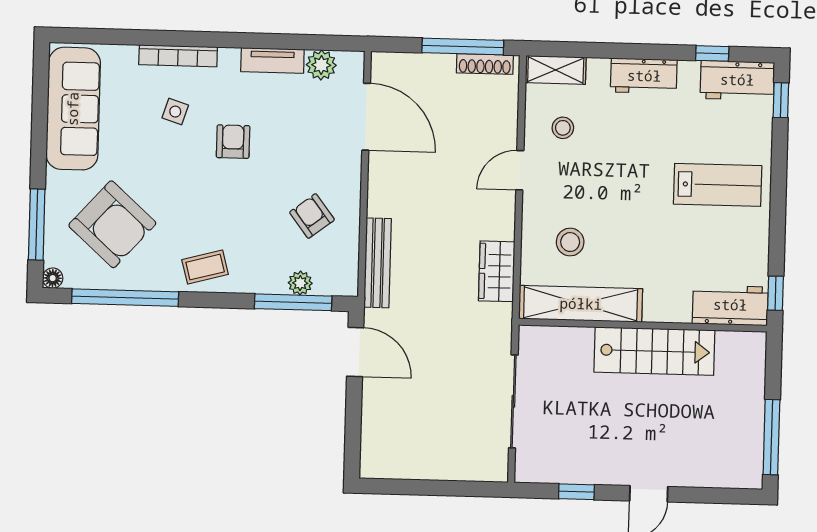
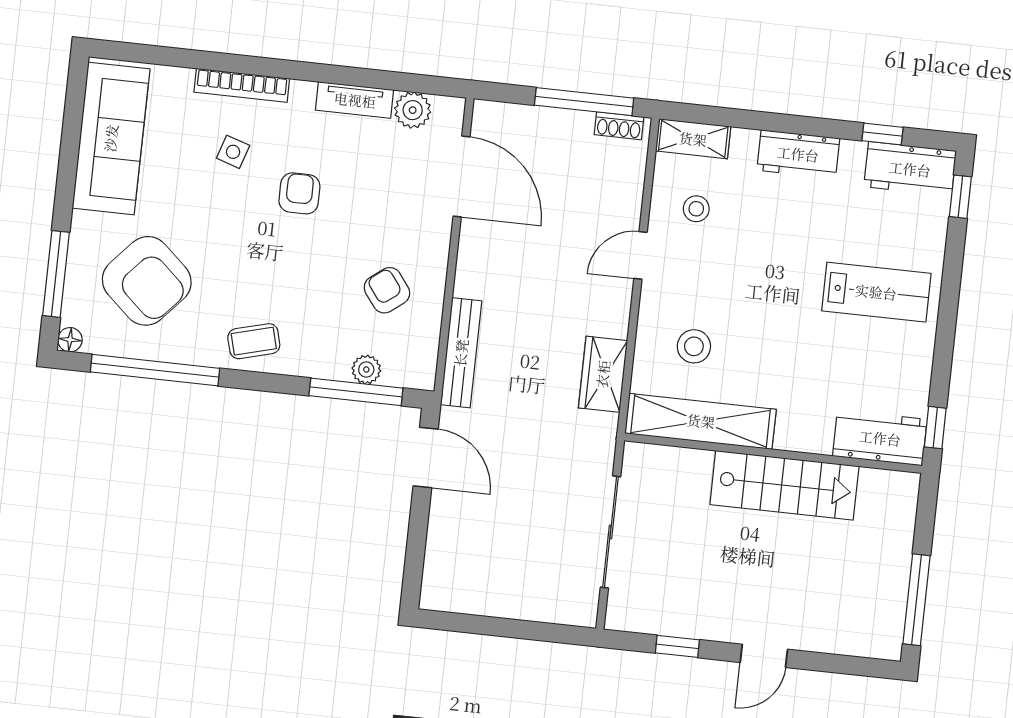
shoe rack: (485, 64) -> (619, 126), width x0.70

